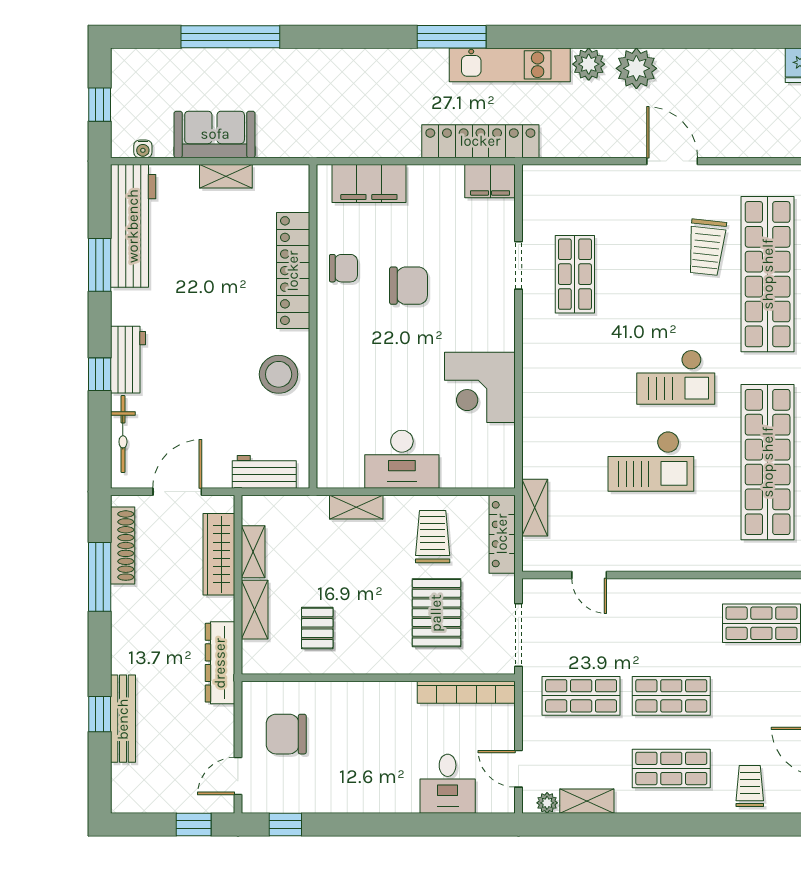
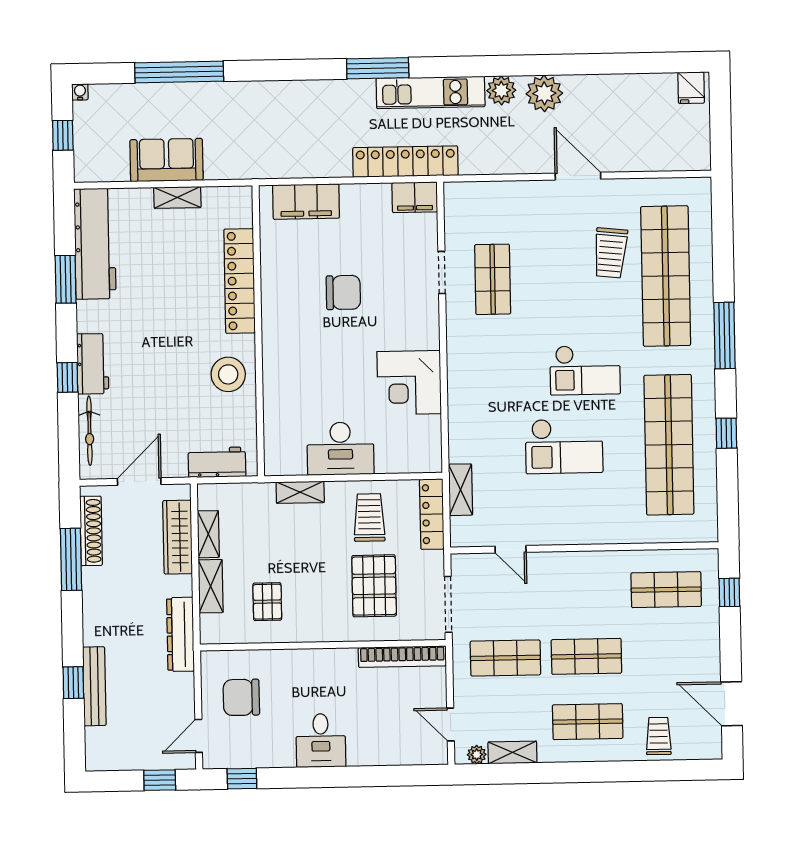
water cooler: (143, 149) -> (80, 92), moved, turned 180
chair: (343, 268) -> (285, 278), removed
desk: (448, 784) -> (321, 740), moved

